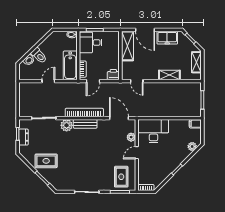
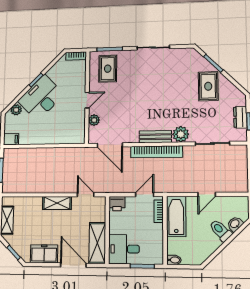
desk: (91, 43) -> (124, 249), moved, turned 180
shelving: (169, 75) -> (57, 203), moved
desk: (154, 131) -> (41, 98), moved, turned 135
rug: (46, 161) -> (208, 86), turned 90

